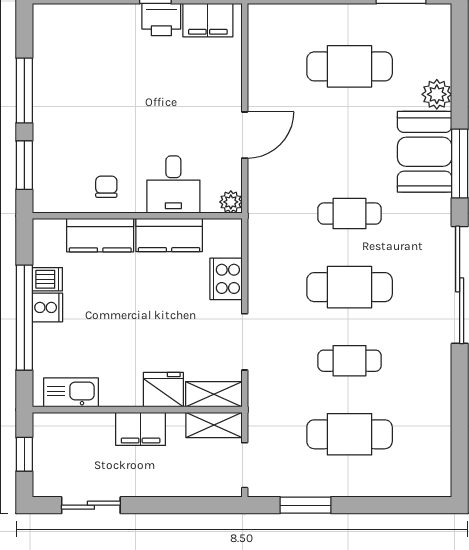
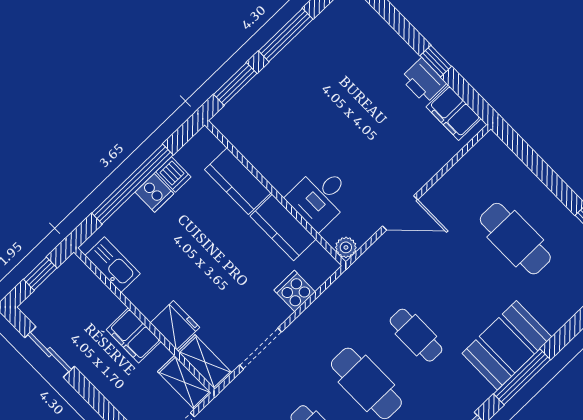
plant: (437, 94) -> (554, 316), removed
chair: (106, 187) -> (275, 153), removed
cooker: (226, 279) -> (295, 291), width x0.73

